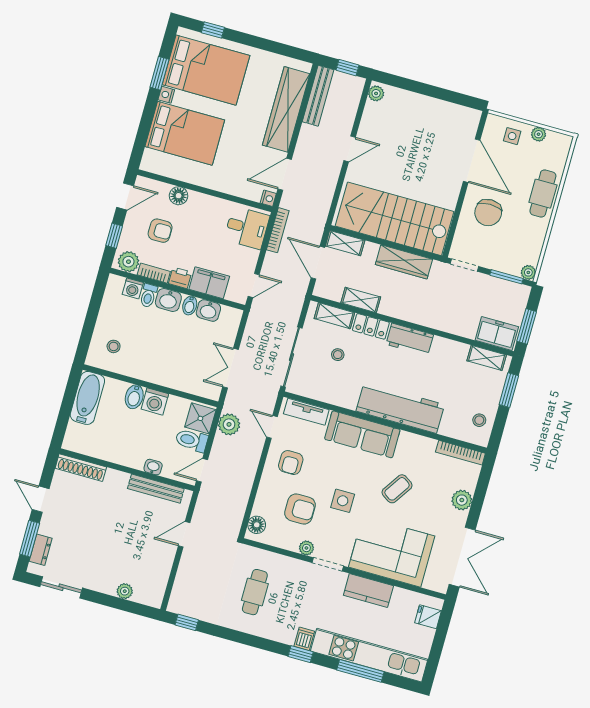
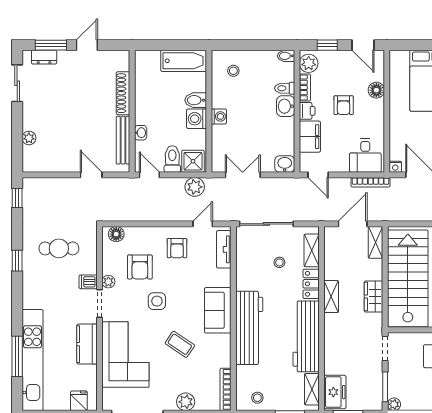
armchair: (160, 231) -> (344, 105), moved
wardrobe: (404, 262) -> (374, 297), width x0.67
washing machine: (133, 288) -> (219, 116), moved, turned 180
shelving: (361, 300) -> (331, 297), moved
bidet: (190, 305) -> (286, 56), moved
washbasin: (208, 311) -> (285, 164), moved, turned 90
workbench: (410, 339) -> (306, 336), width x1.88, depth x1.32
sofa: (362, 434) -> (218, 310), width x0.73
armchair: (291, 463) -> (177, 248), turned -90
shoe rack: (81, 468) -> (123, 93), moved
dishwasher: (304, 639) -> (88, 282), moved, turned 180
window: (301, 654) -> (17, 261), moved

